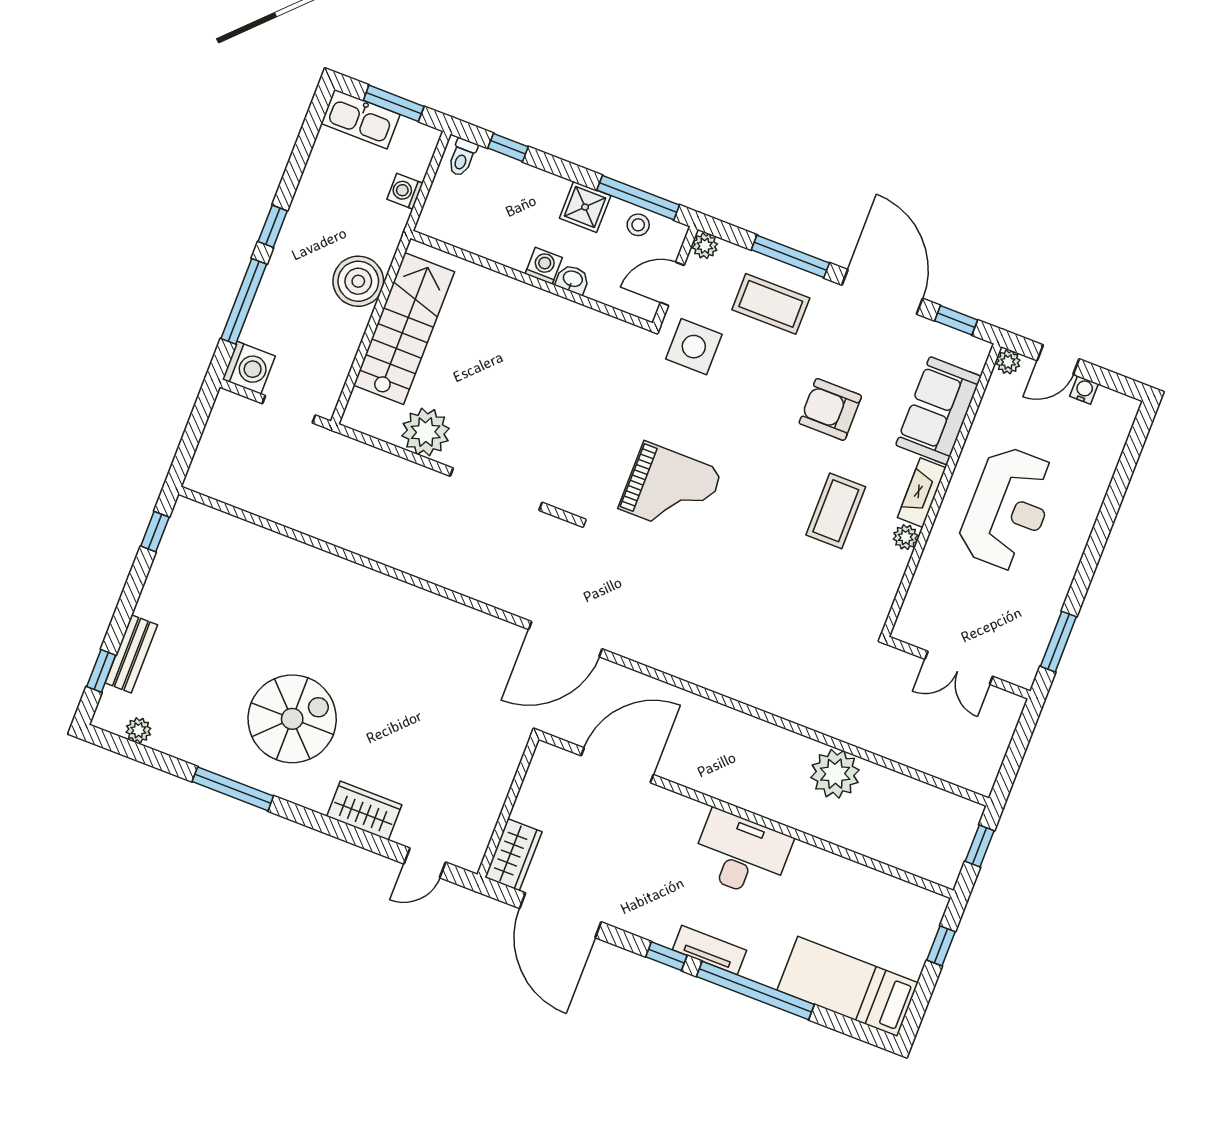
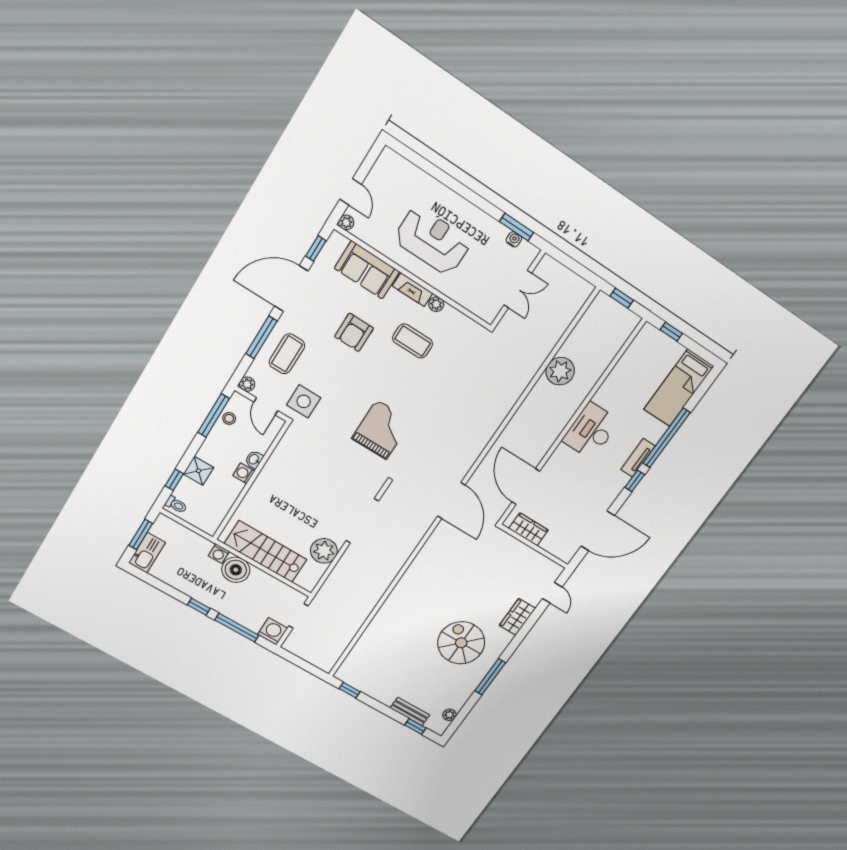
washing machine: (405, 191) -> (219, 554), moved
shower: (585, 207) -> (198, 471), moved
water cooler: (1084, 390) -> (514, 239), moved, turned 90
wardrobe: (513, 855) -> (528, 529), moved

